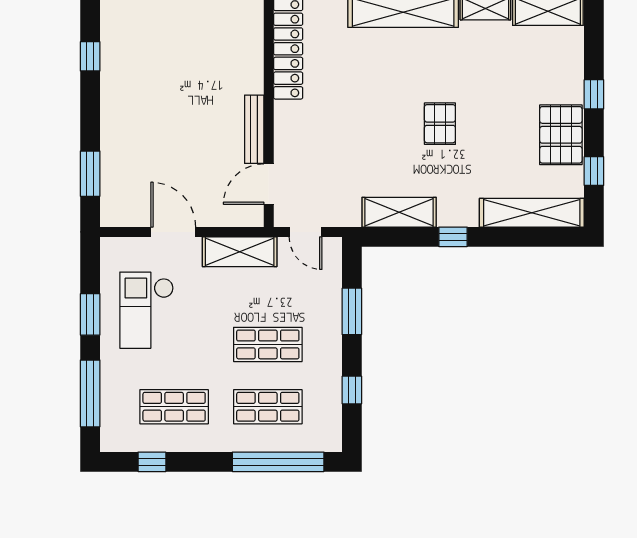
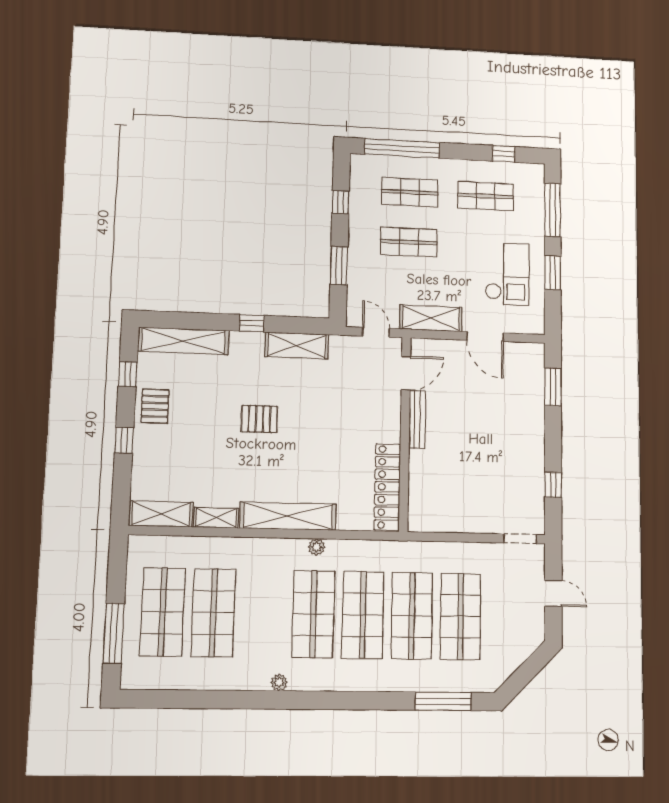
pallet: (440, 124) -> (259, 419), turned 90
pallet: (561, 135) -> (155, 406), width x0.67, depth x0.71

